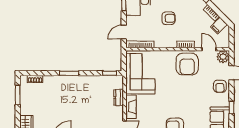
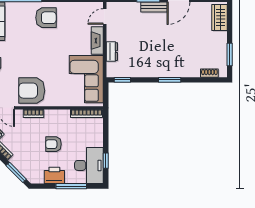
door: (124, 32) -> (106, 128), removed
armchair: (187, 64) -> (32, 91), turned -90

